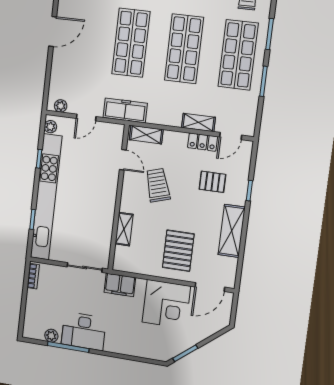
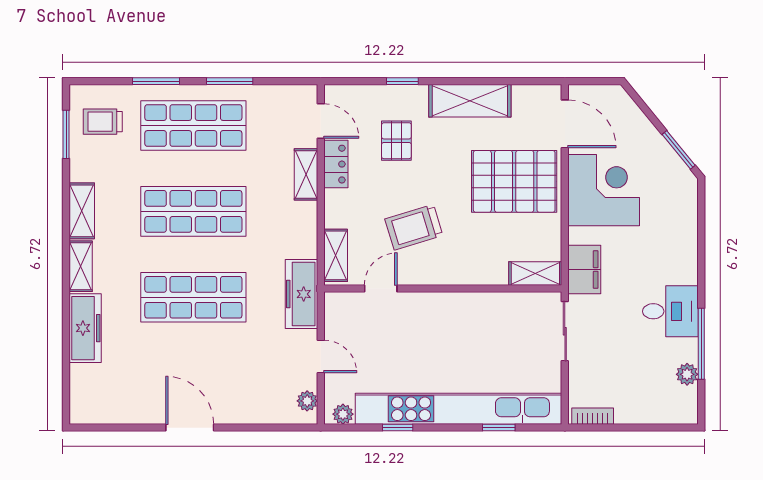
shelving: (124, 229) -> (535, 273), moved
pallet: (178, 251) -> (514, 181), width x1.37, depth x1.41
desk: (84, 331) -> (670, 311), width x0.73

